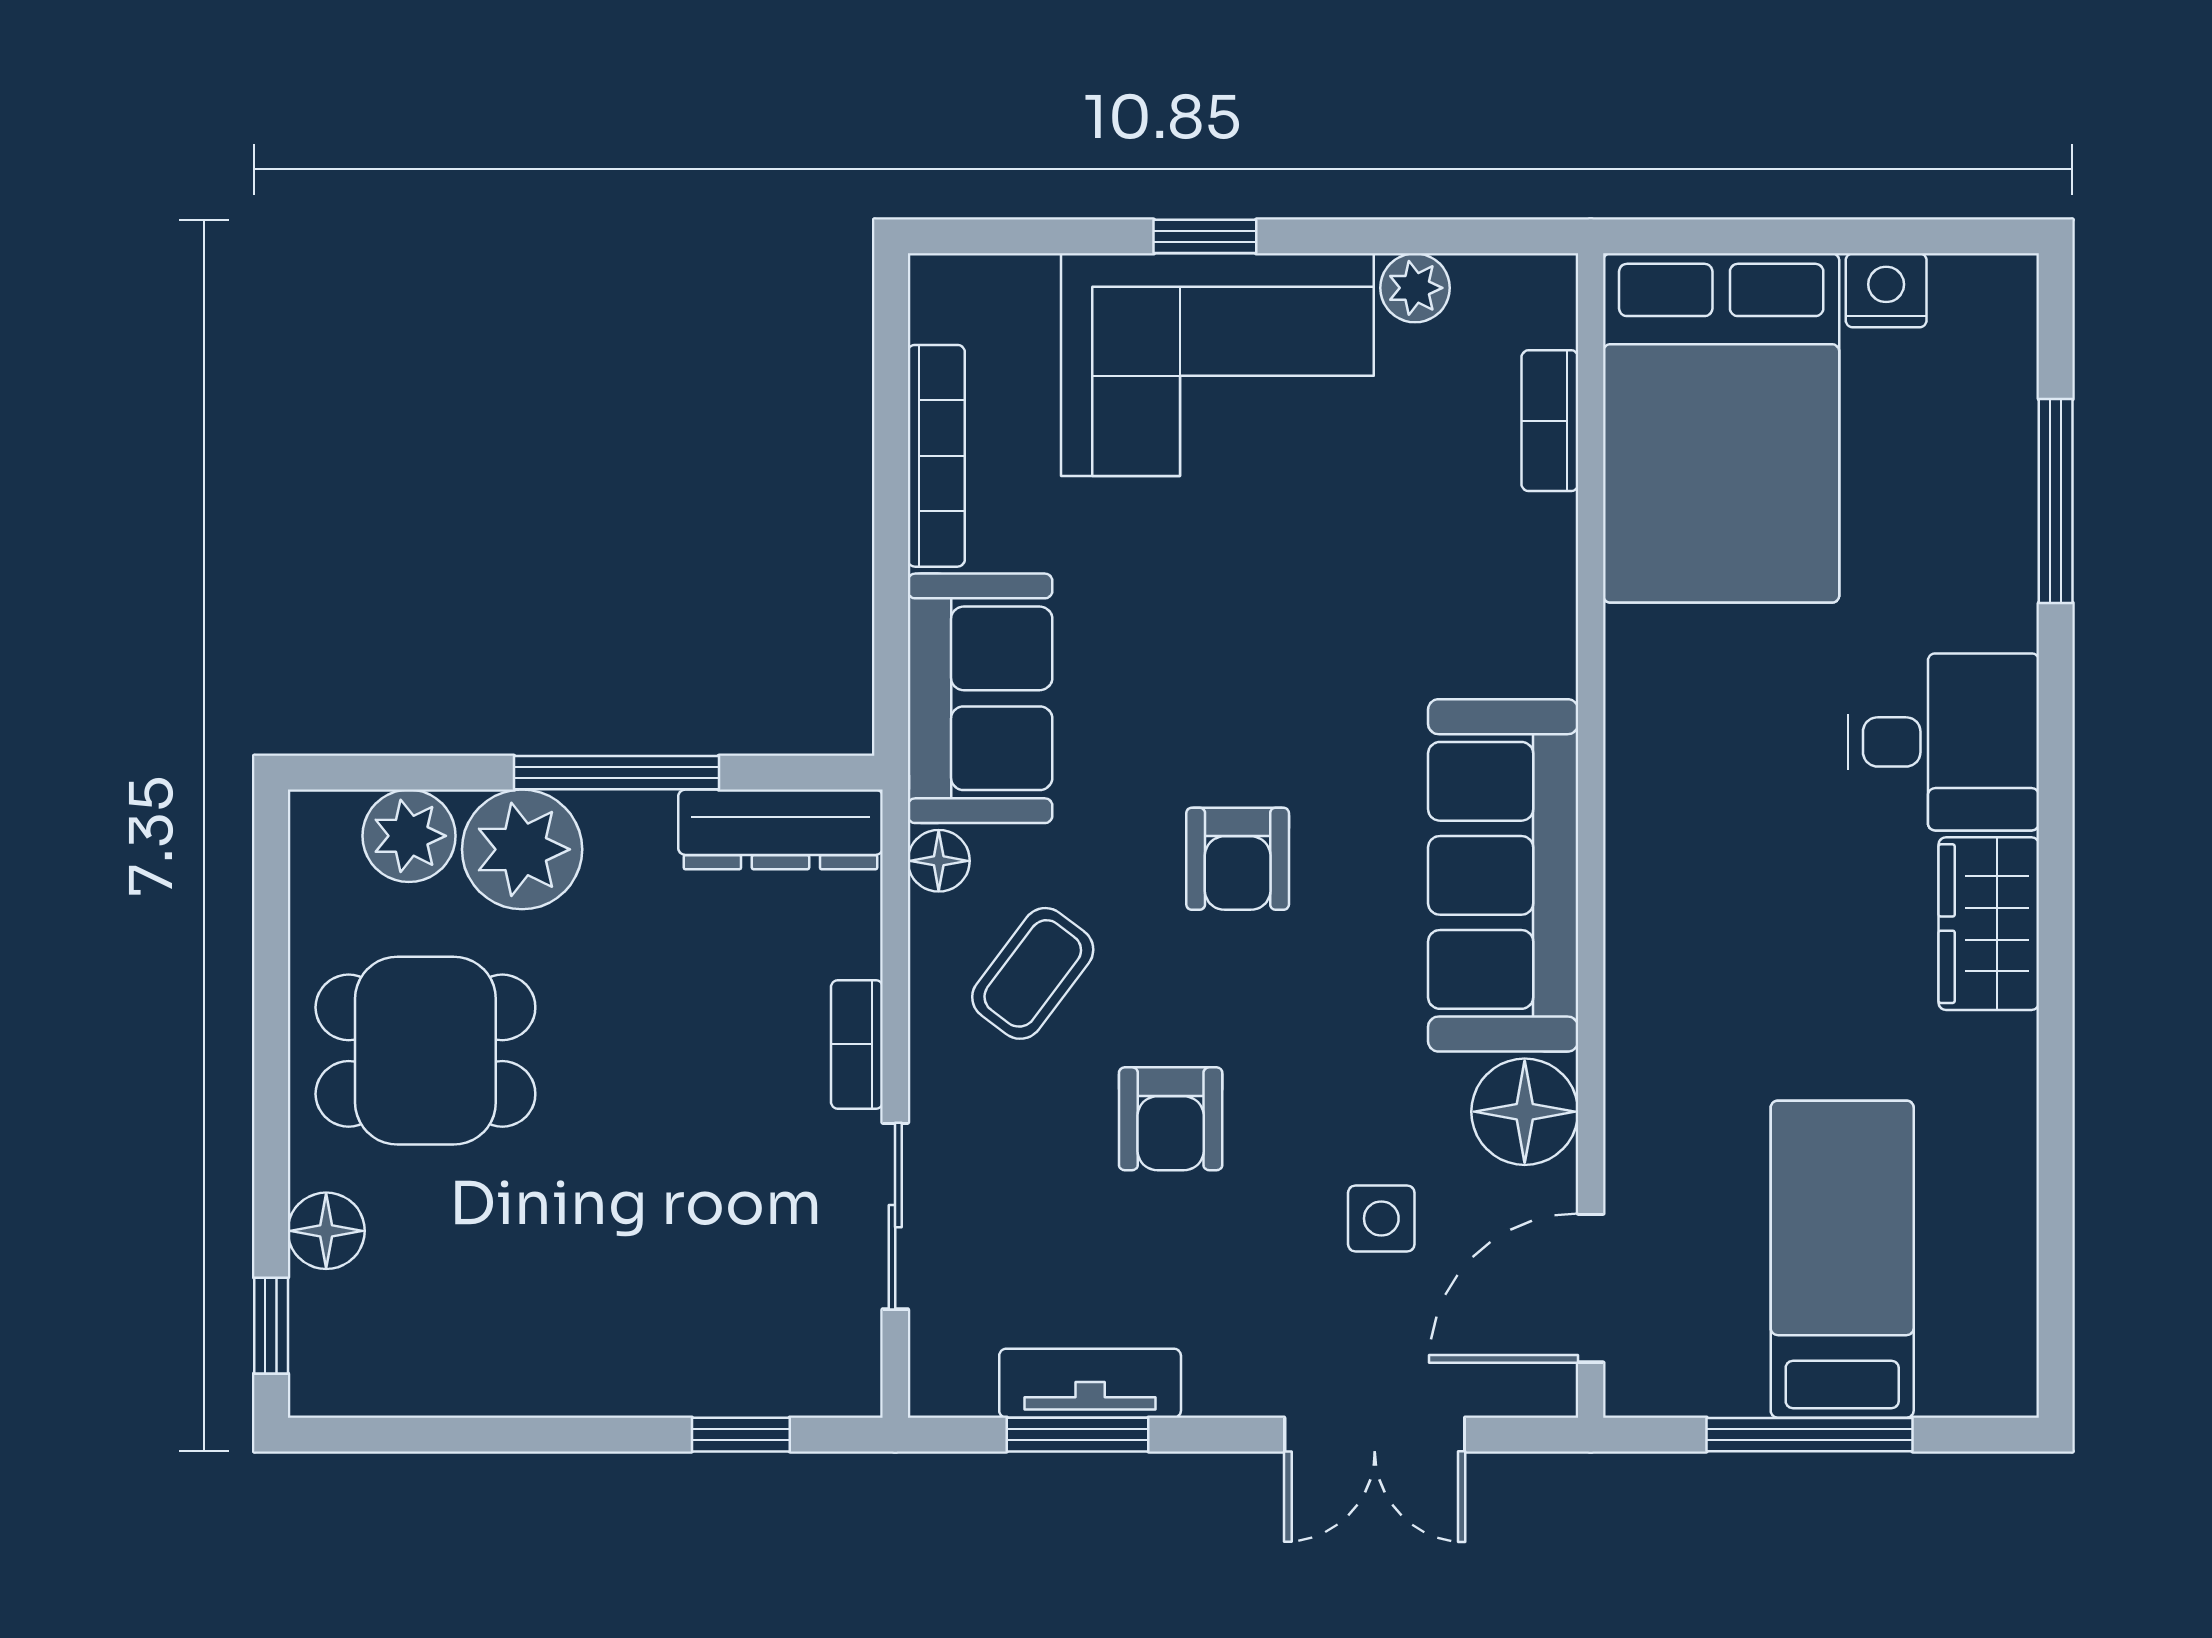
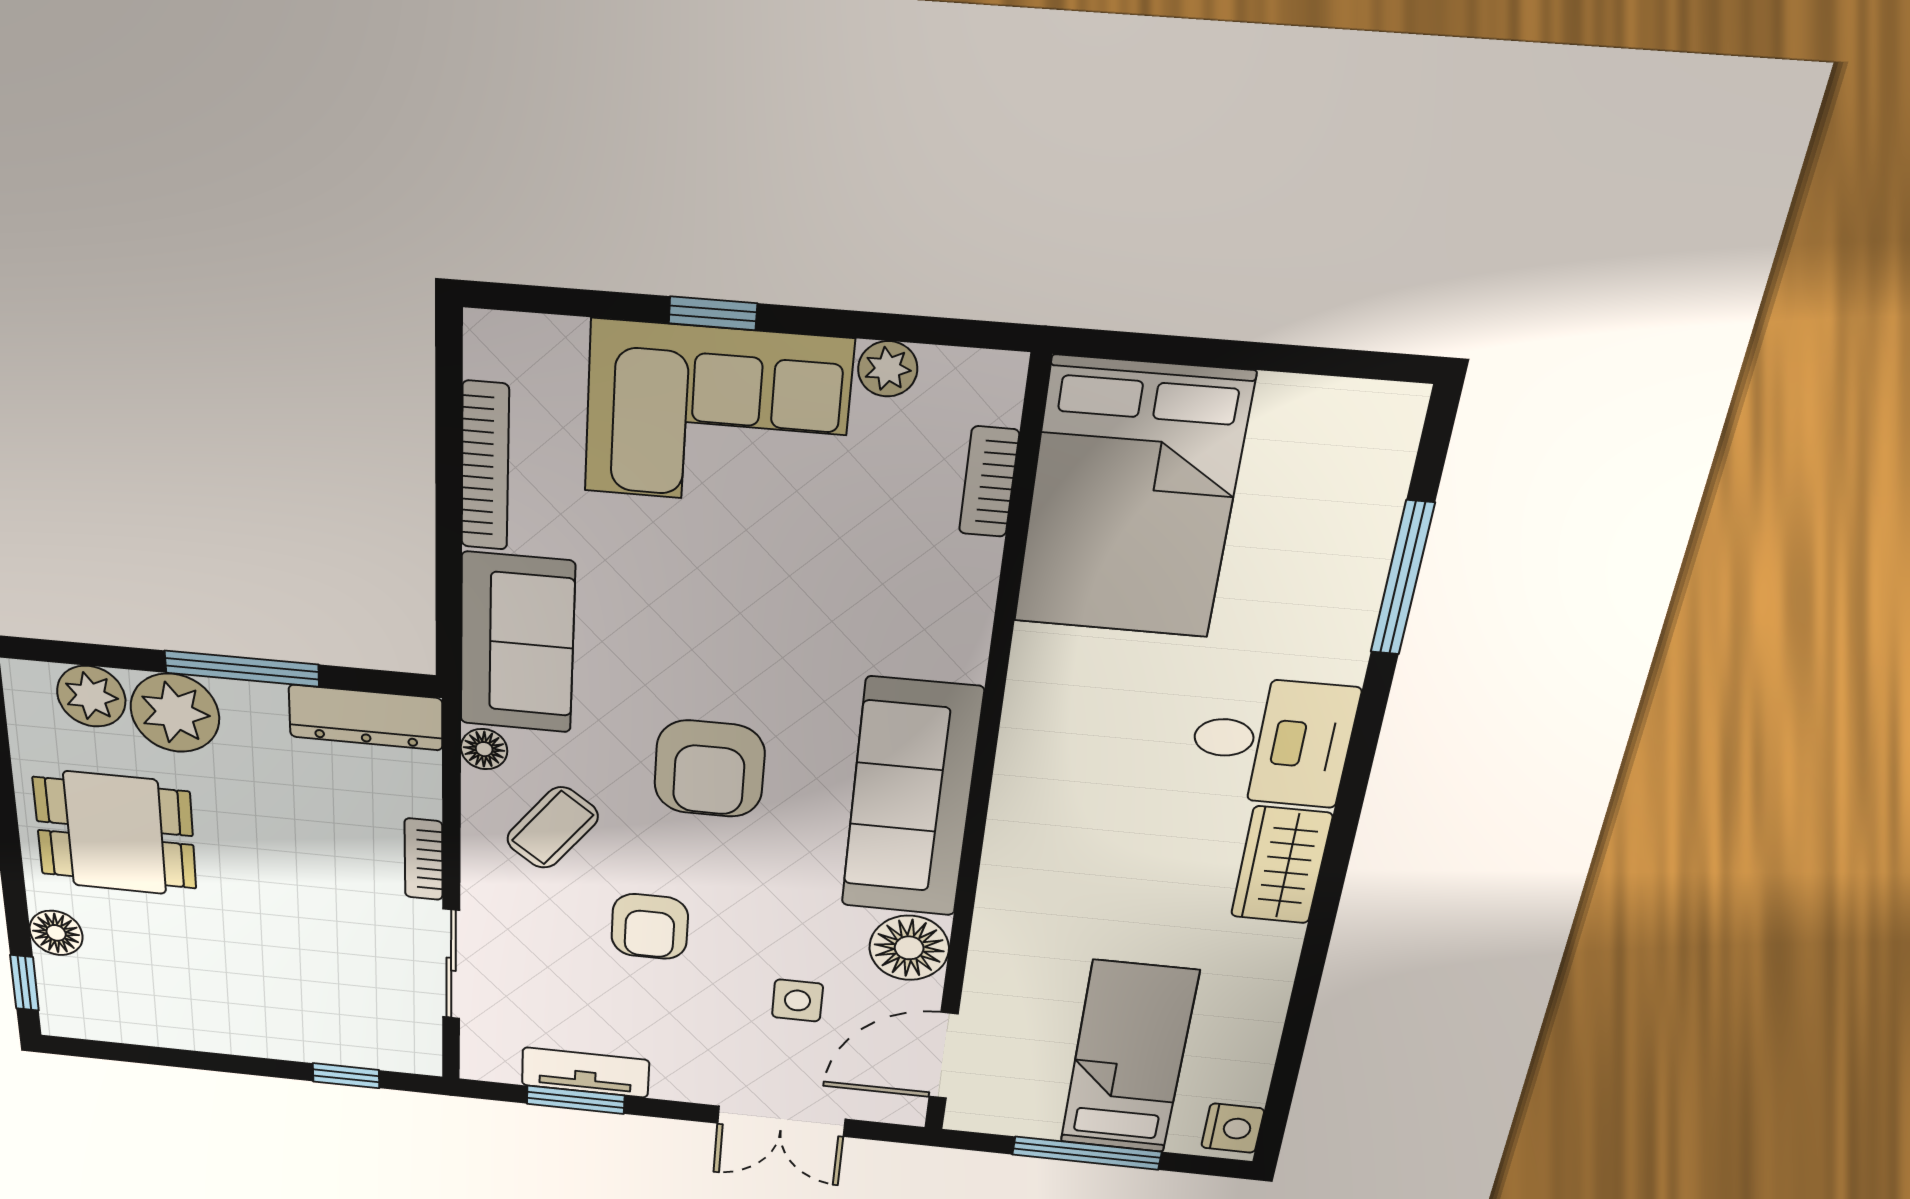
nightstand: (1886, 290) -> (1233, 1128), moved, turned 90
armchair: (1238, 859) -> (709, 769), width x1.38, depth x1.38

